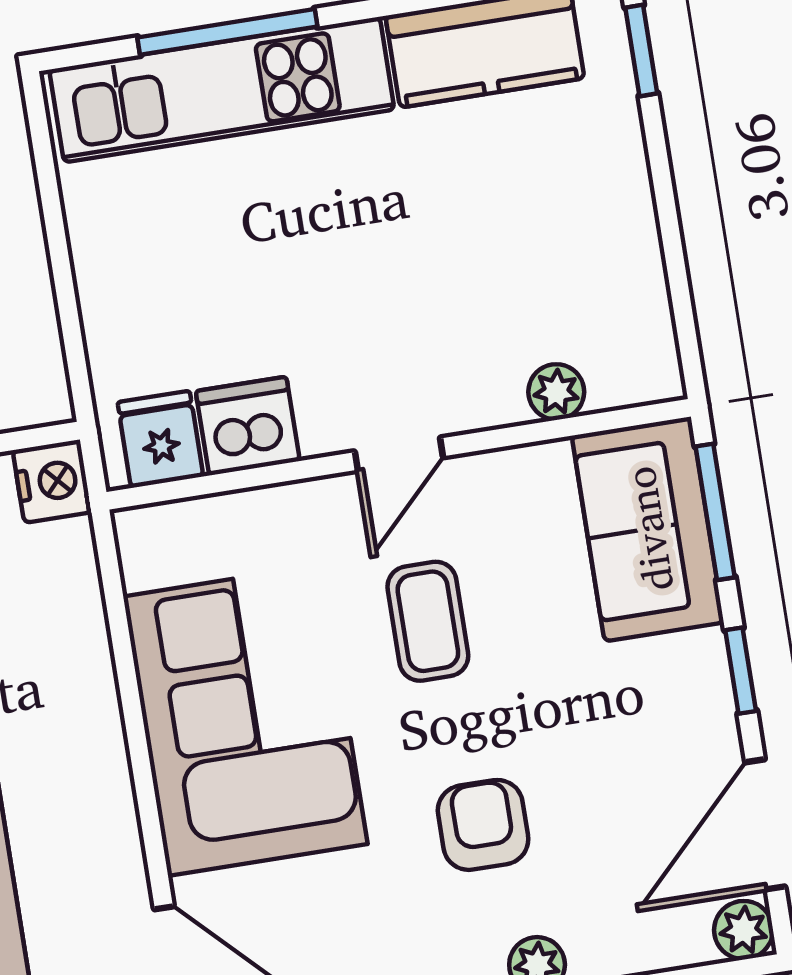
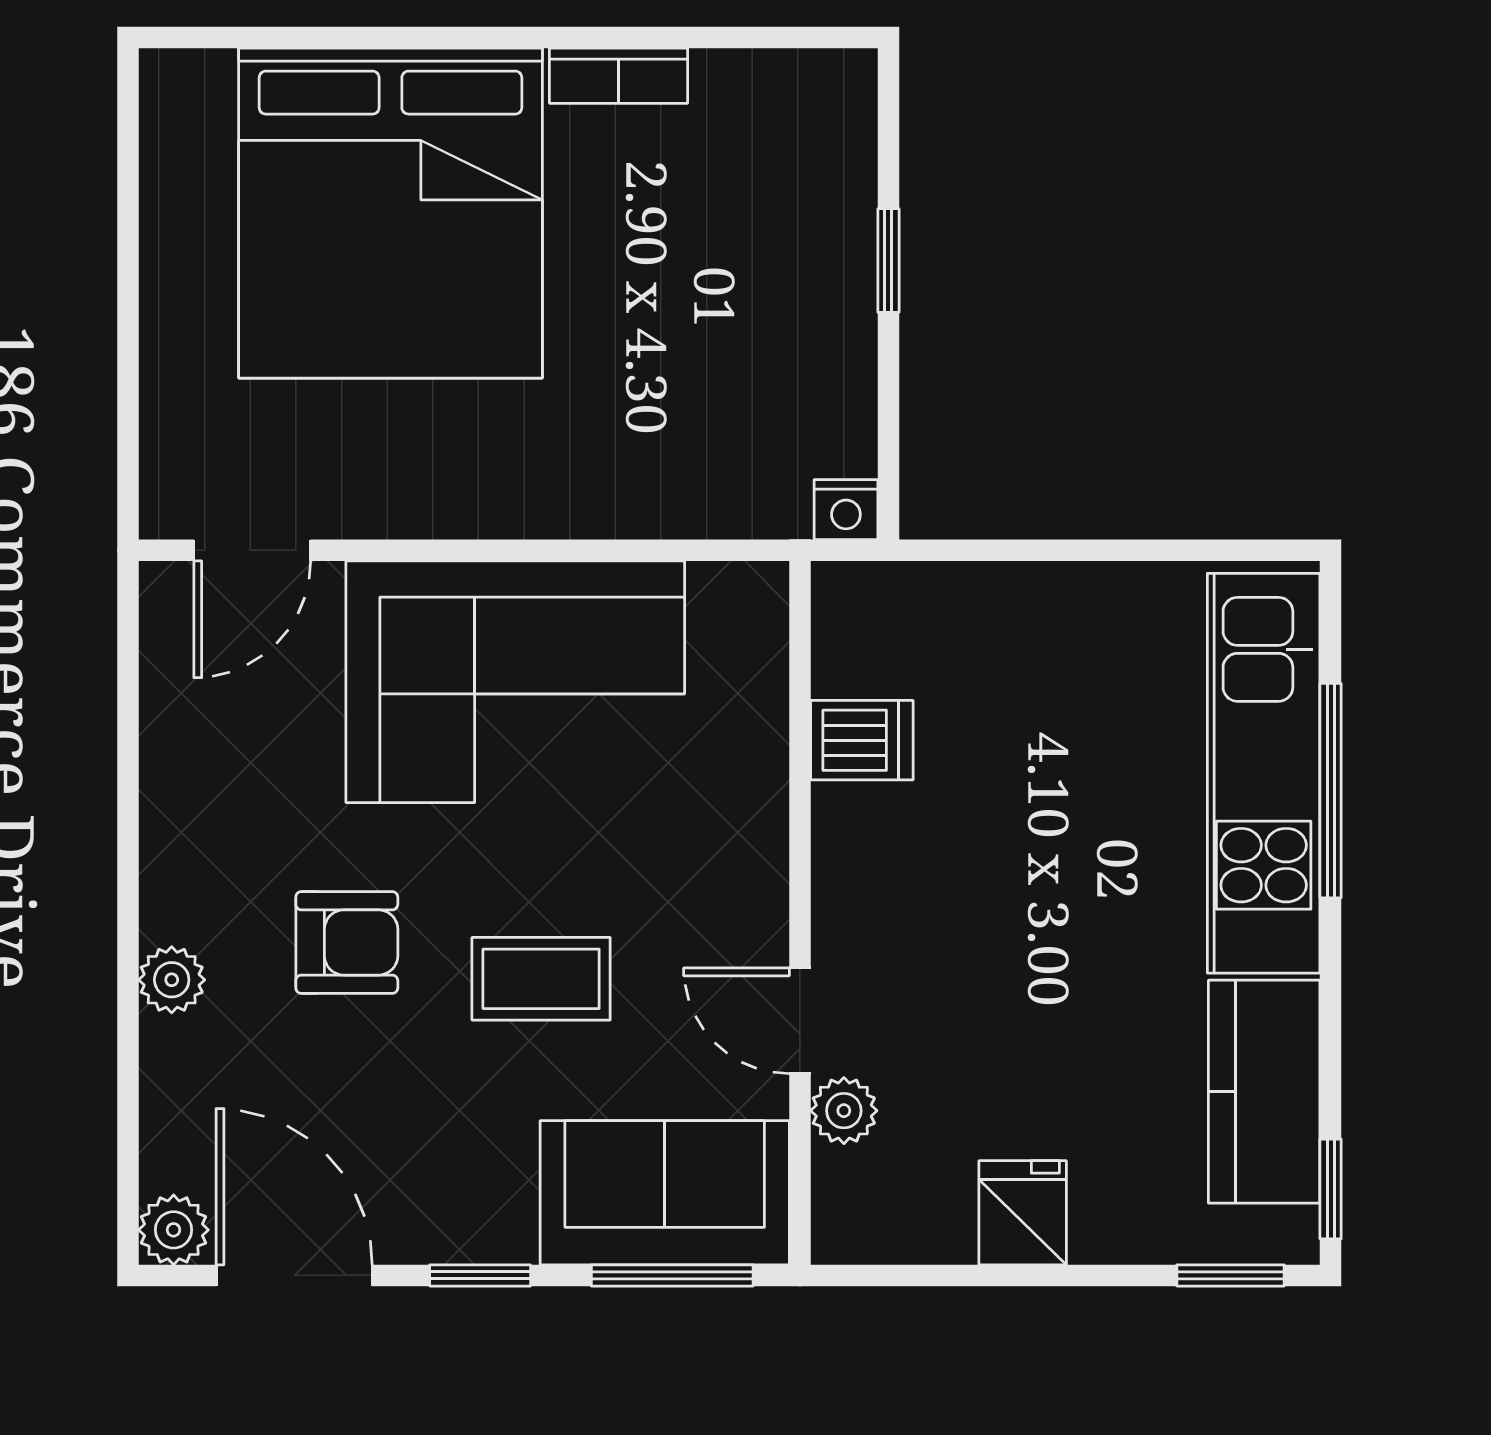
dishwasher: (248, 426) -> (862, 740), width x0.73
fridge: (160, 439) -> (1023, 1213), moved, turned -90
door: (399, 454) -> (800, 1021), moved
nightstand: (52, 481) -> (846, 510), width x0.72, depth x0.74
coffee table: (428, 621) -> (541, 979), moved

